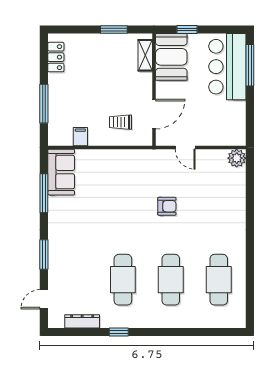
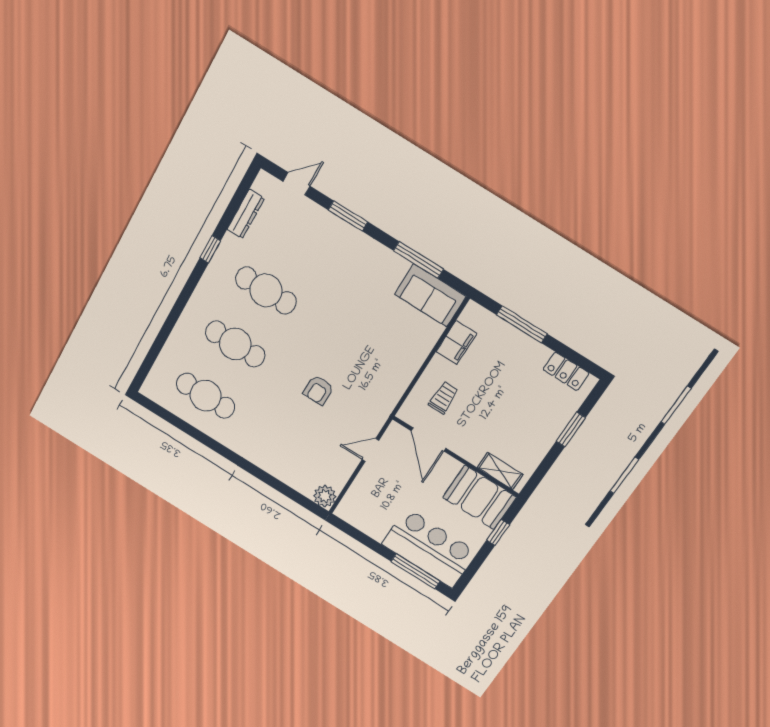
window: (114, 29) -> (571, 429), moved
filing cabinet: (80, 137) -> (456, 343), width x2.00
door: (44, 299) -> (296, 184), hinge flipped

